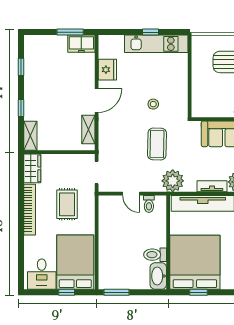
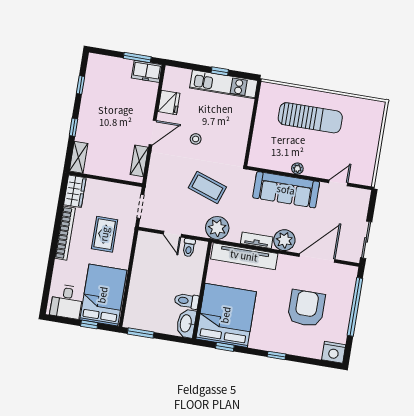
stool: (153, 104) -> (196, 139), moved
coffee table: (157, 144) -> (207, 187), turned -72

